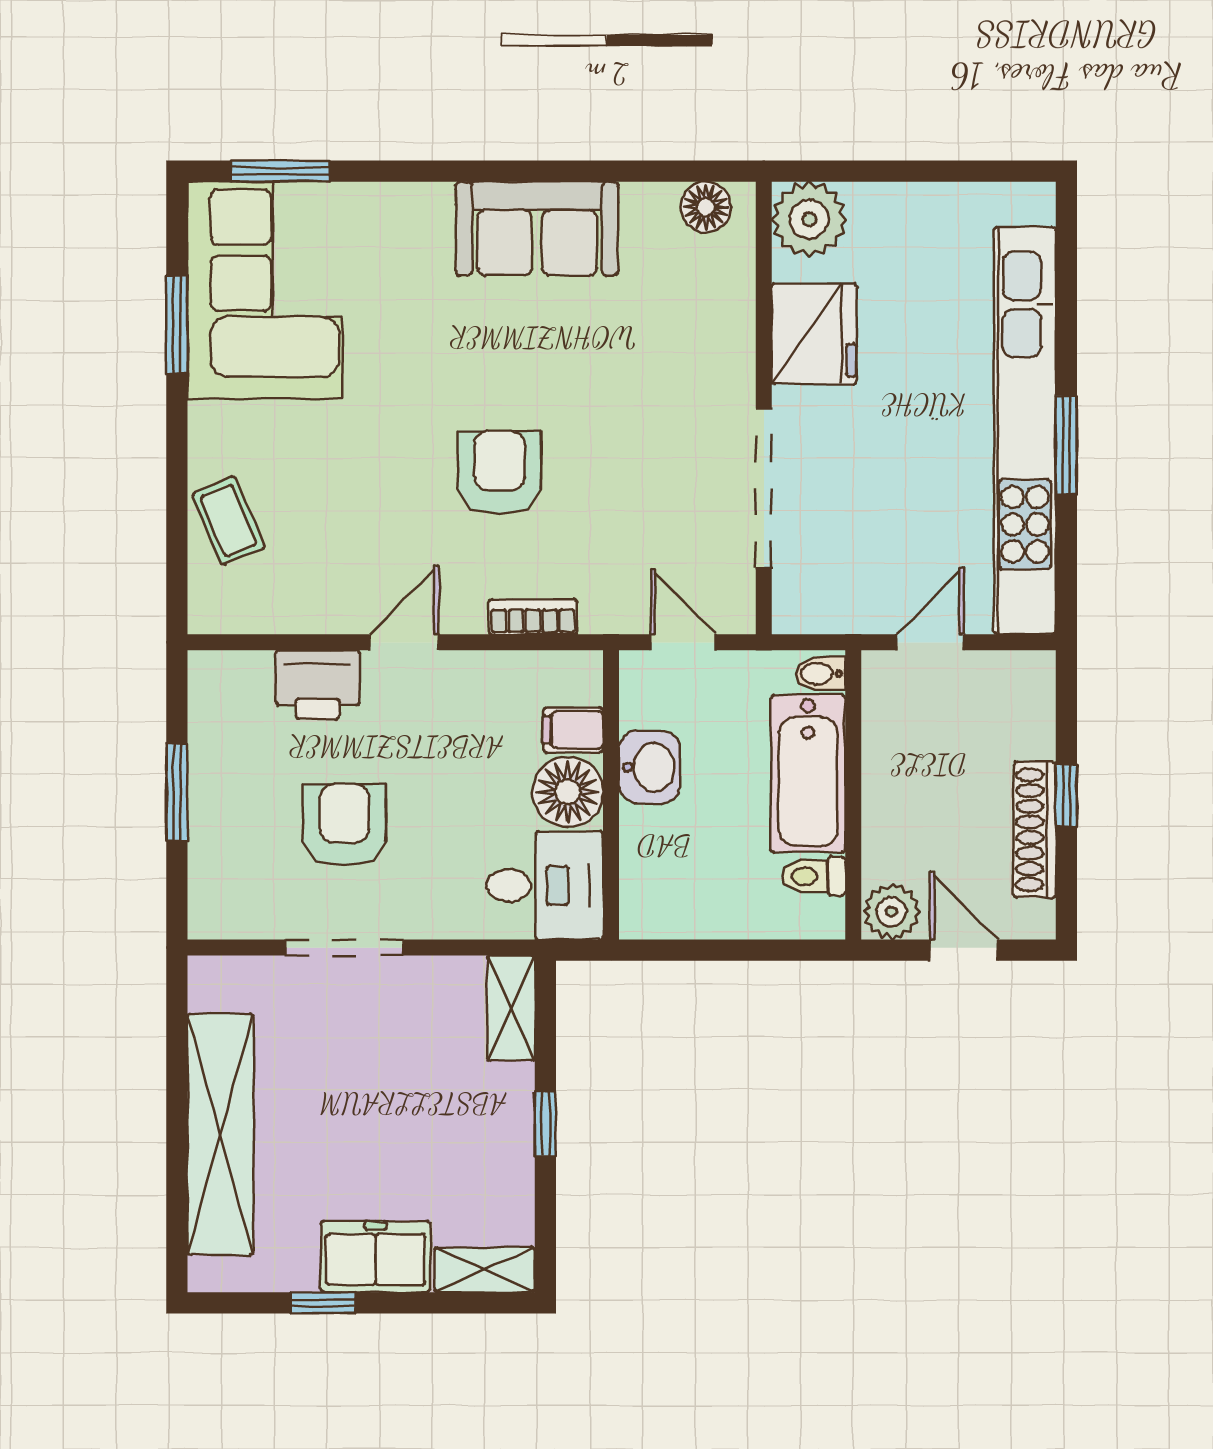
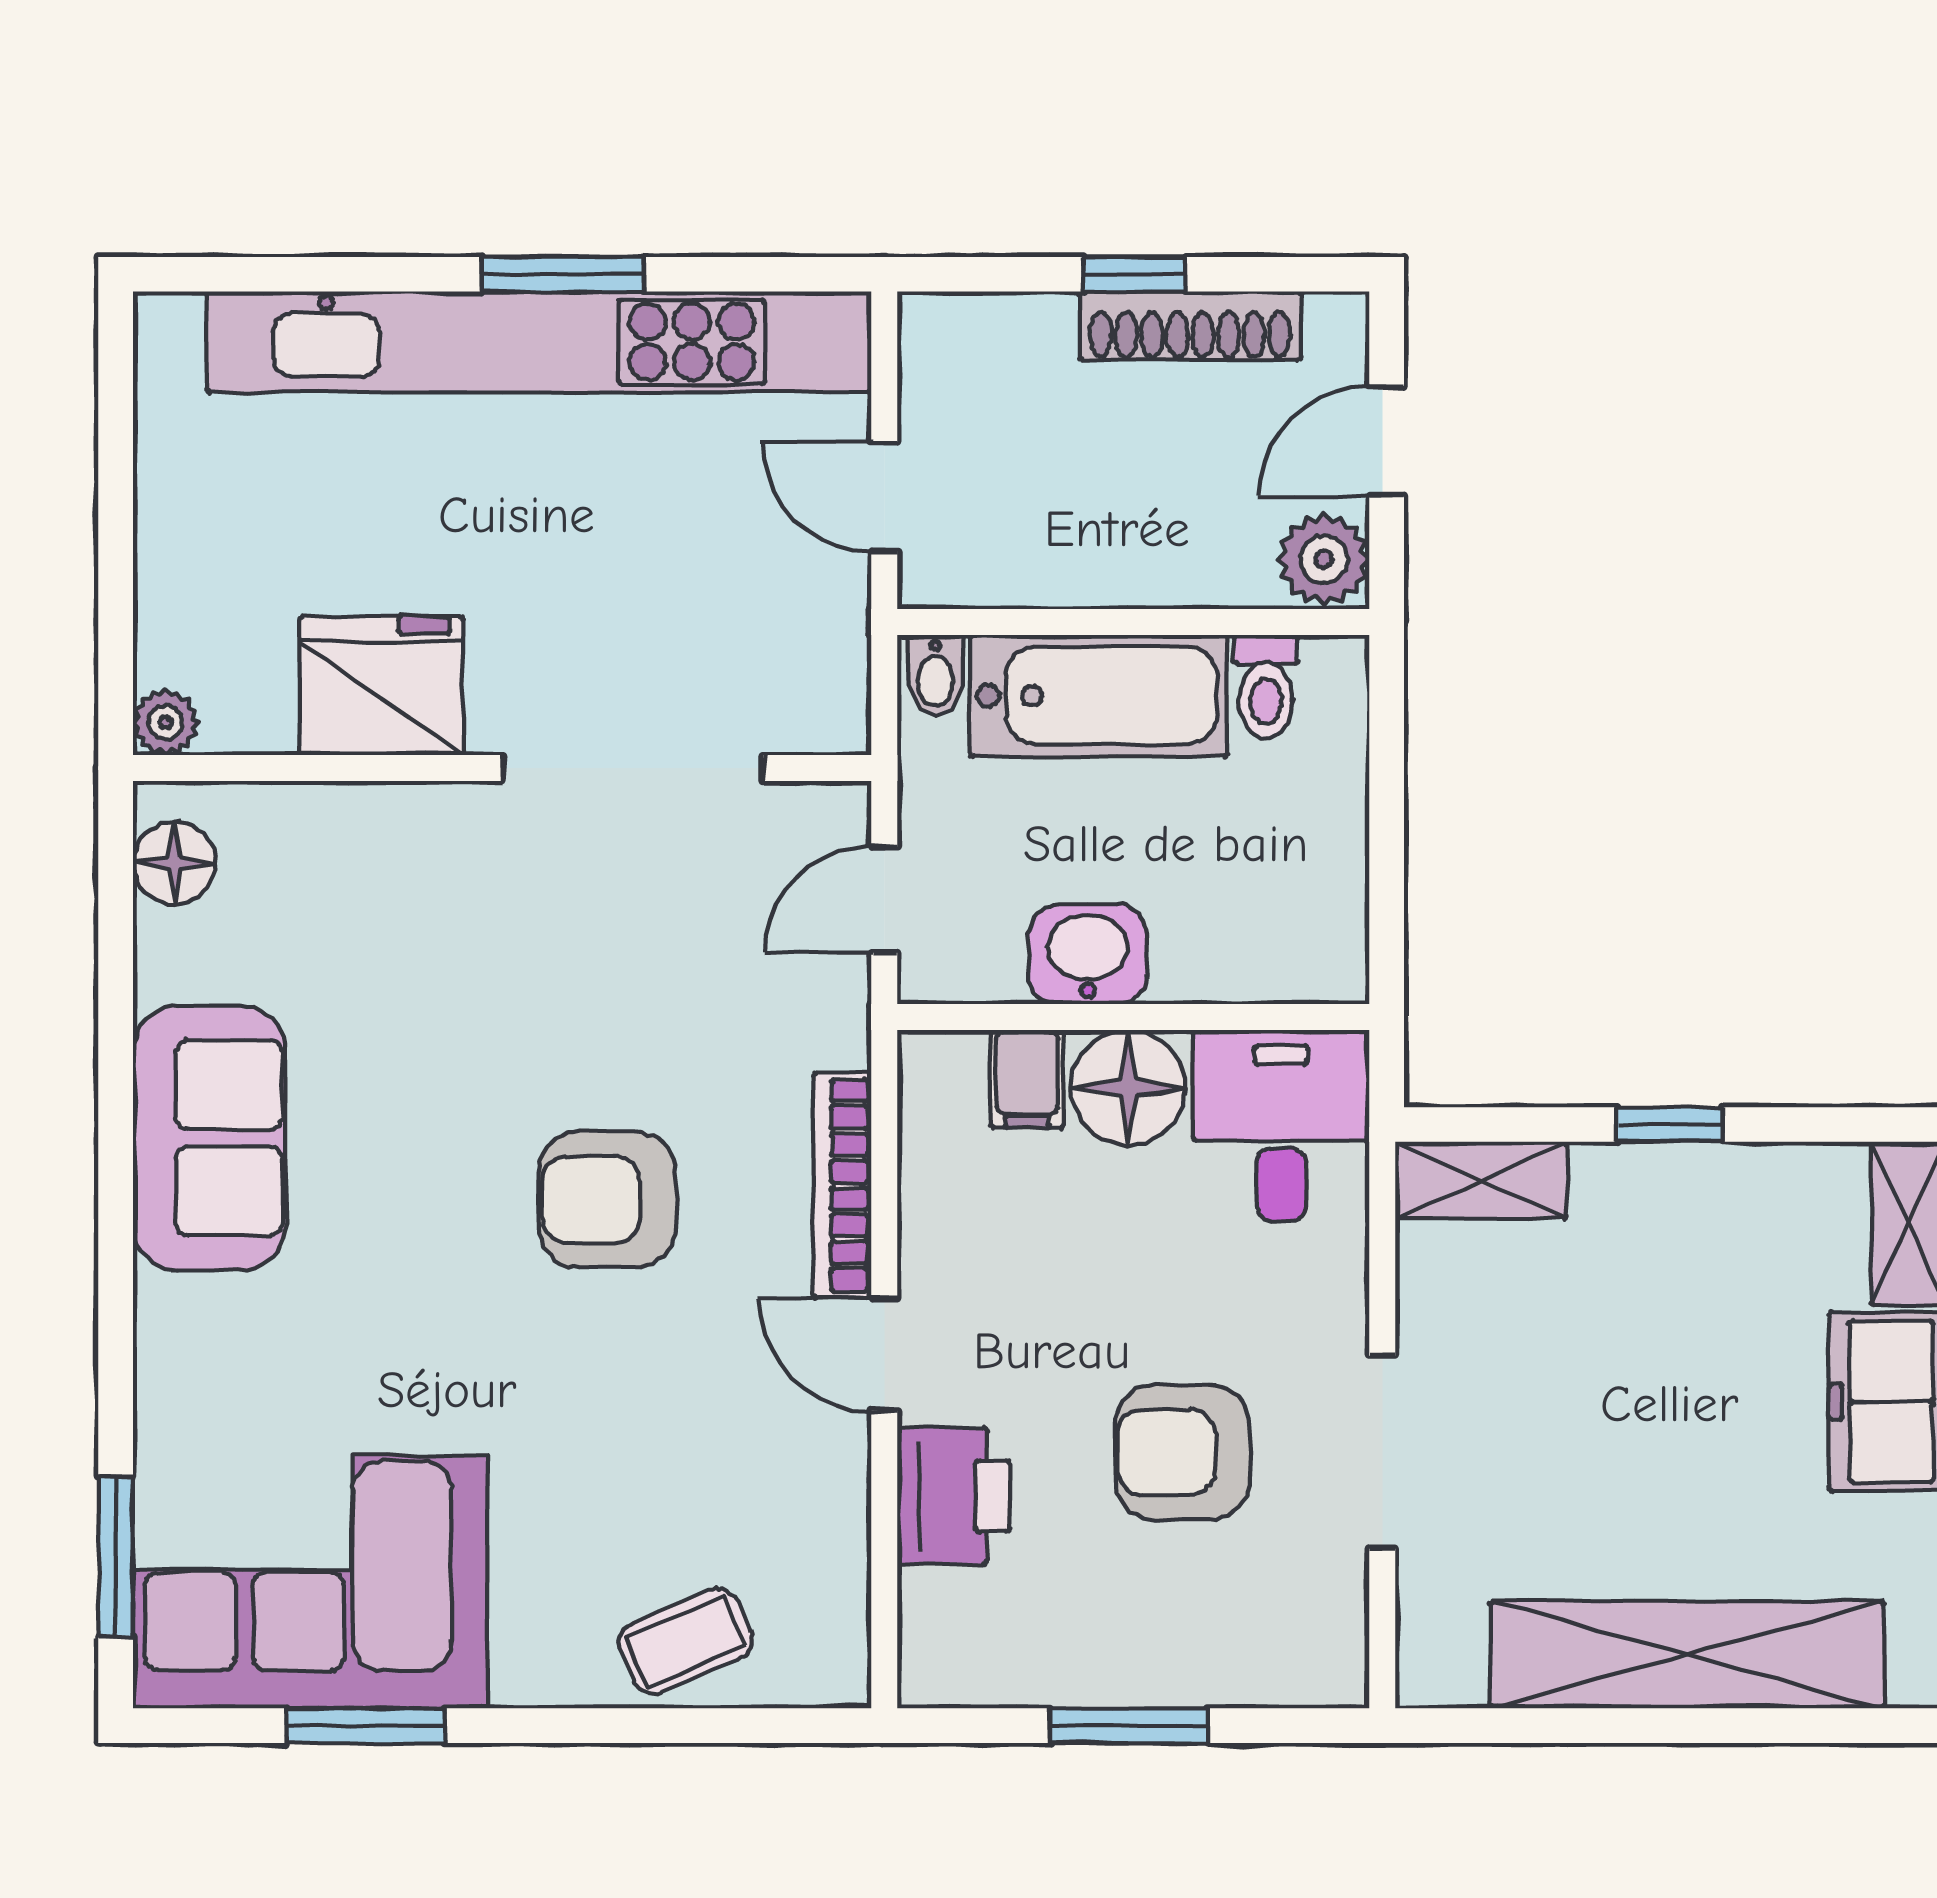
plant: (809, 219) -> (166, 722), width x0.53, depth x0.53
bookcase: (533, 617) -> (843, 1185), width x1.56

